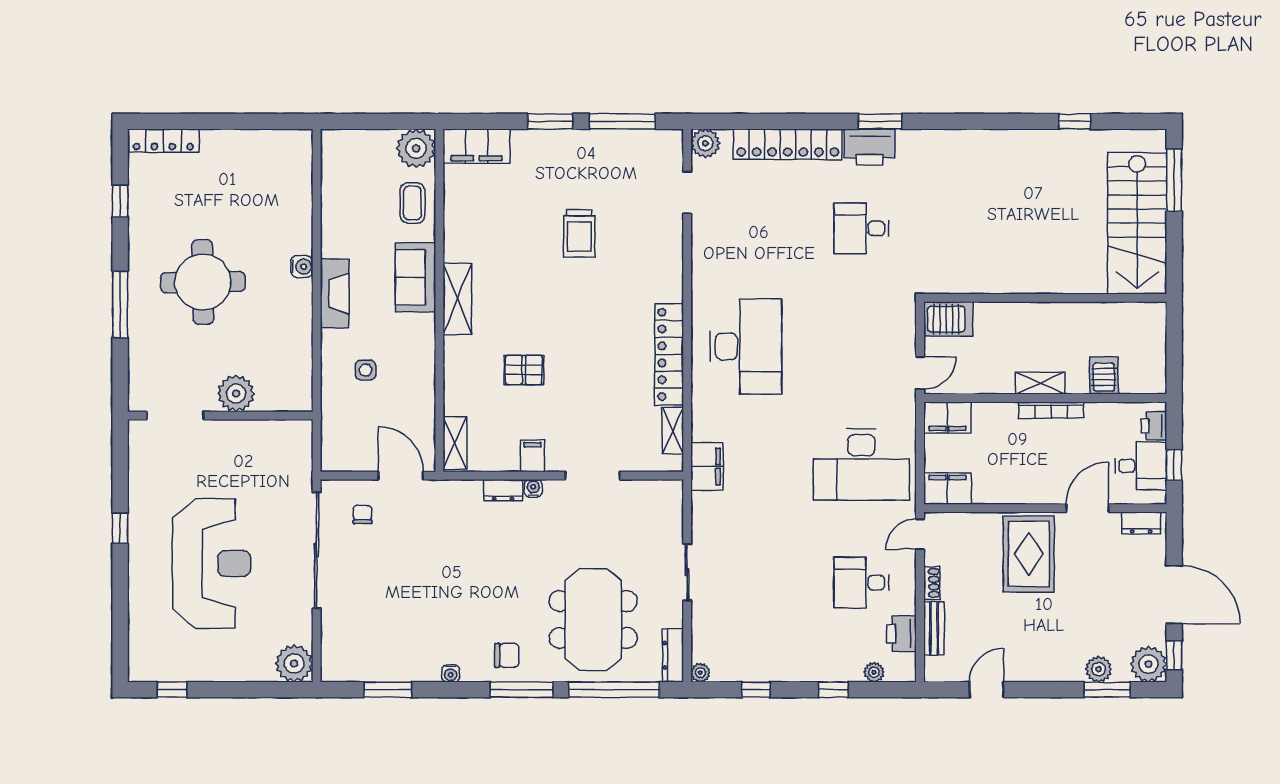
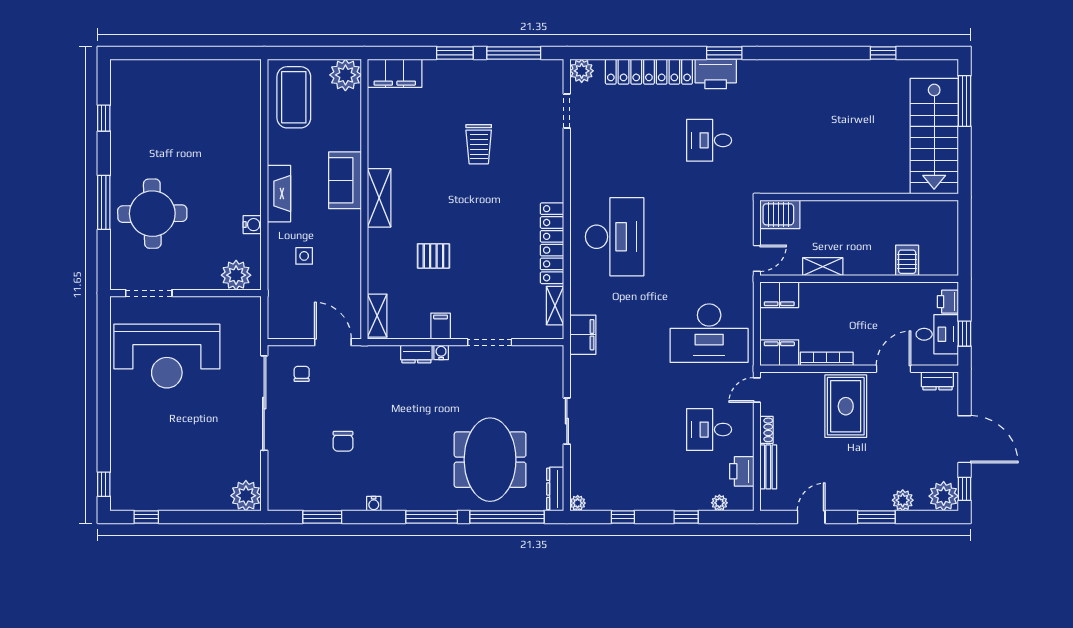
locker: (163, 141) -> (139, 69), removed
coffee table: (412, 203) -> (294, 97), moved, width x1.86, depth x1.72
water cooler: (302, 267) -> (252, 225), moved
round table: (203, 282) -> (152, 214), moved
shelving: (1040, 383) -> (823, 267), moved
plant: (236, 394) -> (236, 275), moved
bookcase: (1051, 410) -> (827, 359), moved, turned 180
window: (120, 528) -> (104, 484), moved
reception desk: (212, 563) -> (167, 356), moved, turned 90
chair: (507, 655) -> (343, 441), moved, turned 90
window: (1107, 690) -> (876, 517), moved

